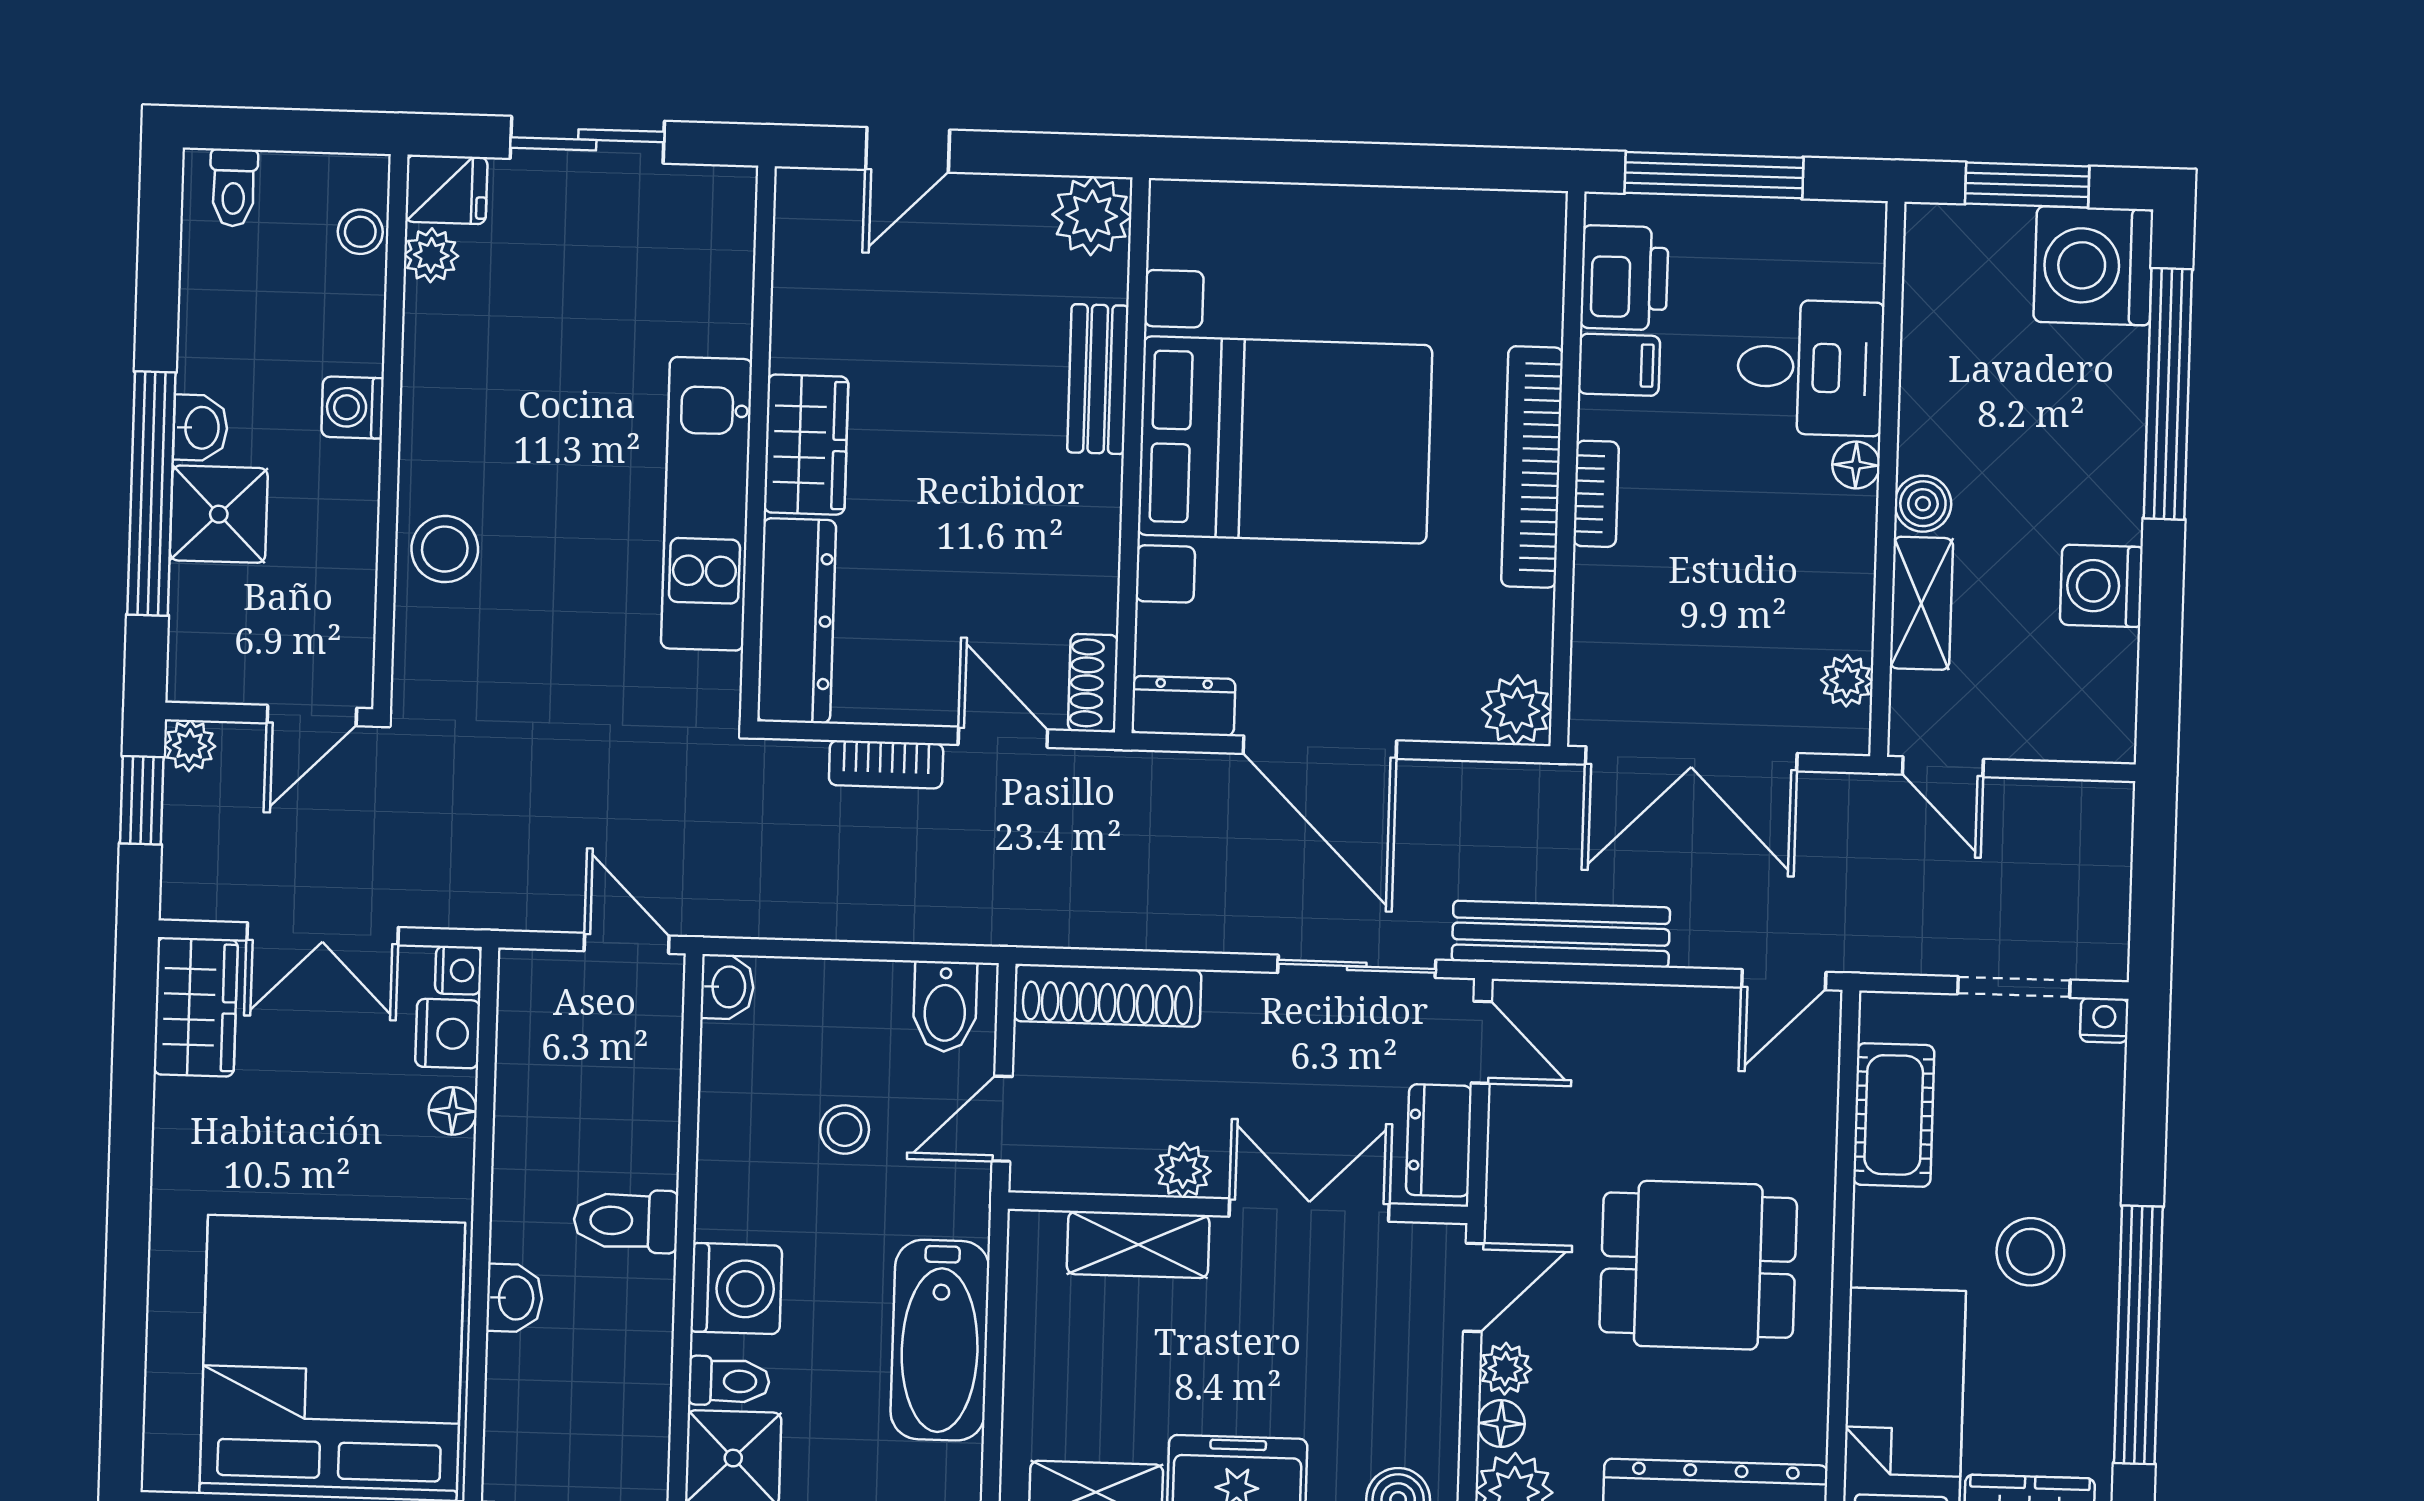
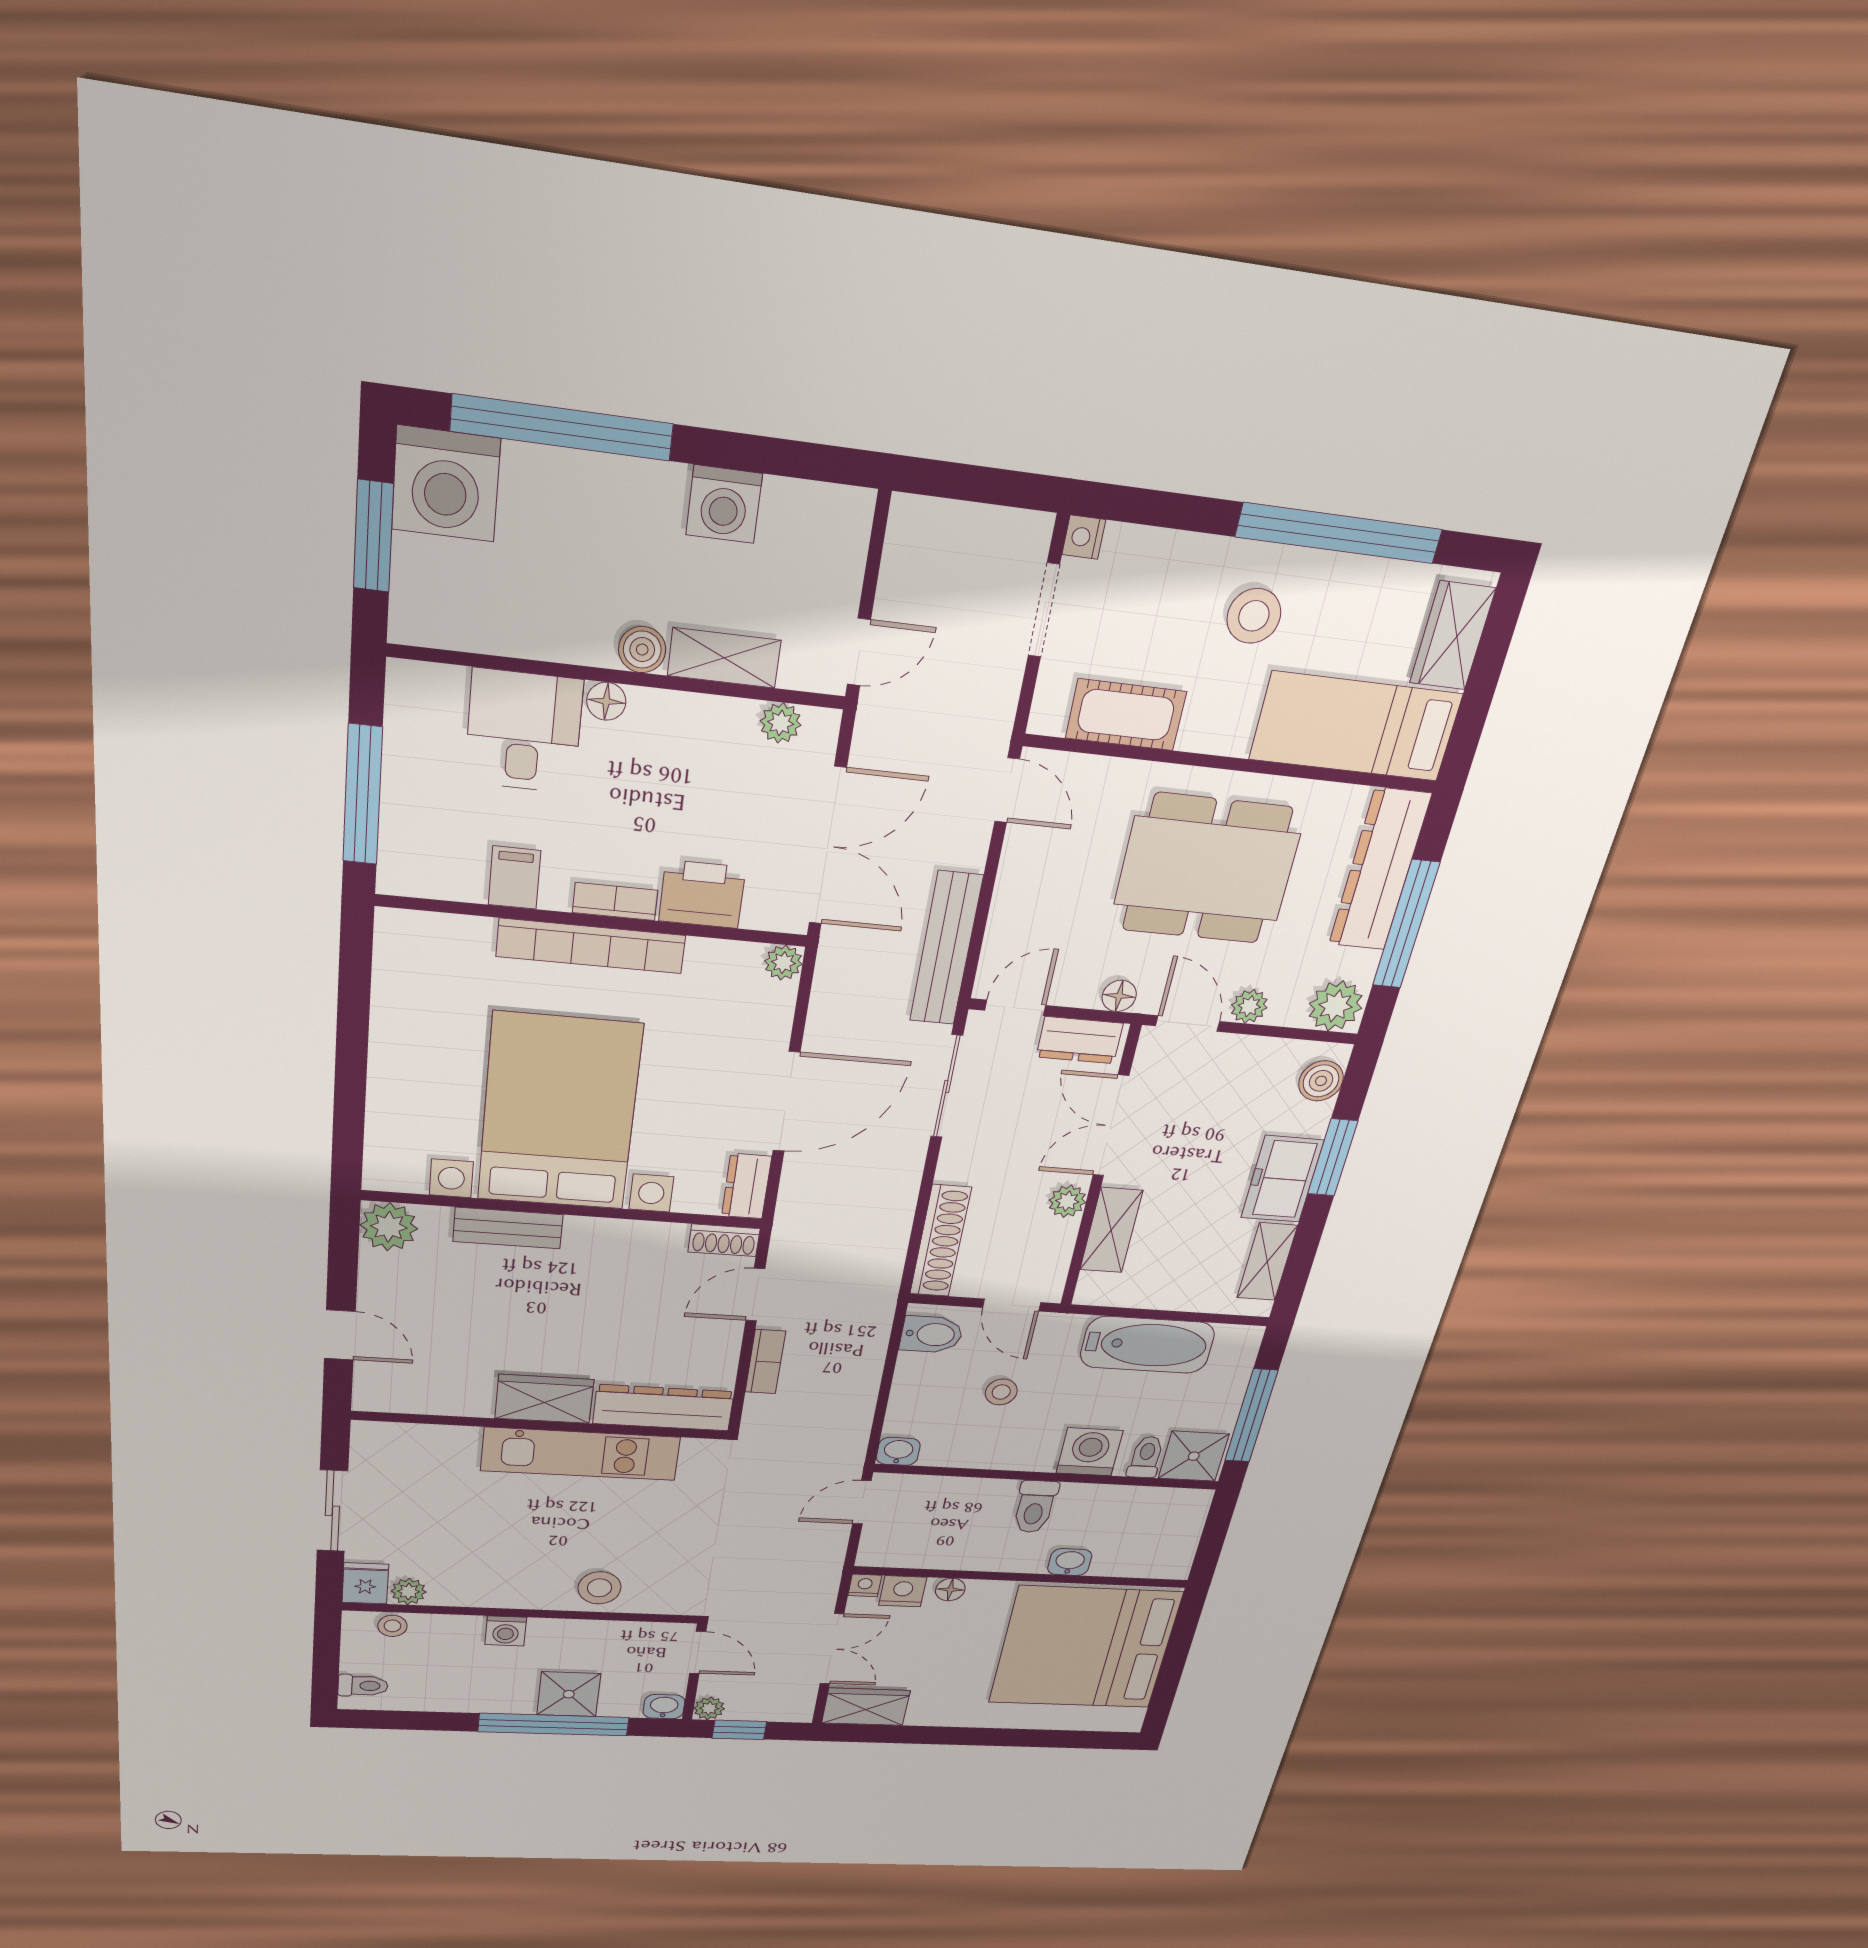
printer: (1624, 278) -> (702, 894), moved
washbasin: (200, 428) -> (664, 1707), moved
plant: (1517, 710) -> (783, 963), width x0.73, depth x0.73
dining table: (1698, 1265) -> (1207, 869), width x1.38
floor lamp: (1501, 1424) -> (1119, 996), moved

